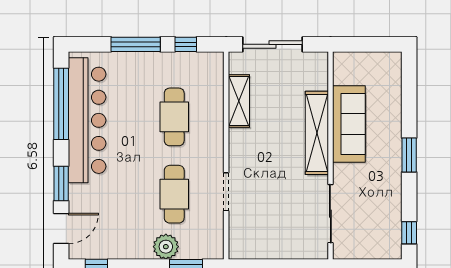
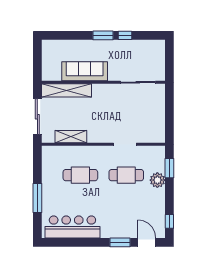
window: (186, 44) -> (37, 168), removed
window: (61, 104) -> (73, 242), removed
bar counter: (87, 120) -> (72, 227), width x0.73
shelving: (317, 133) -> (66, 90), moved
window: (409, 233) -> (125, 35), moved

